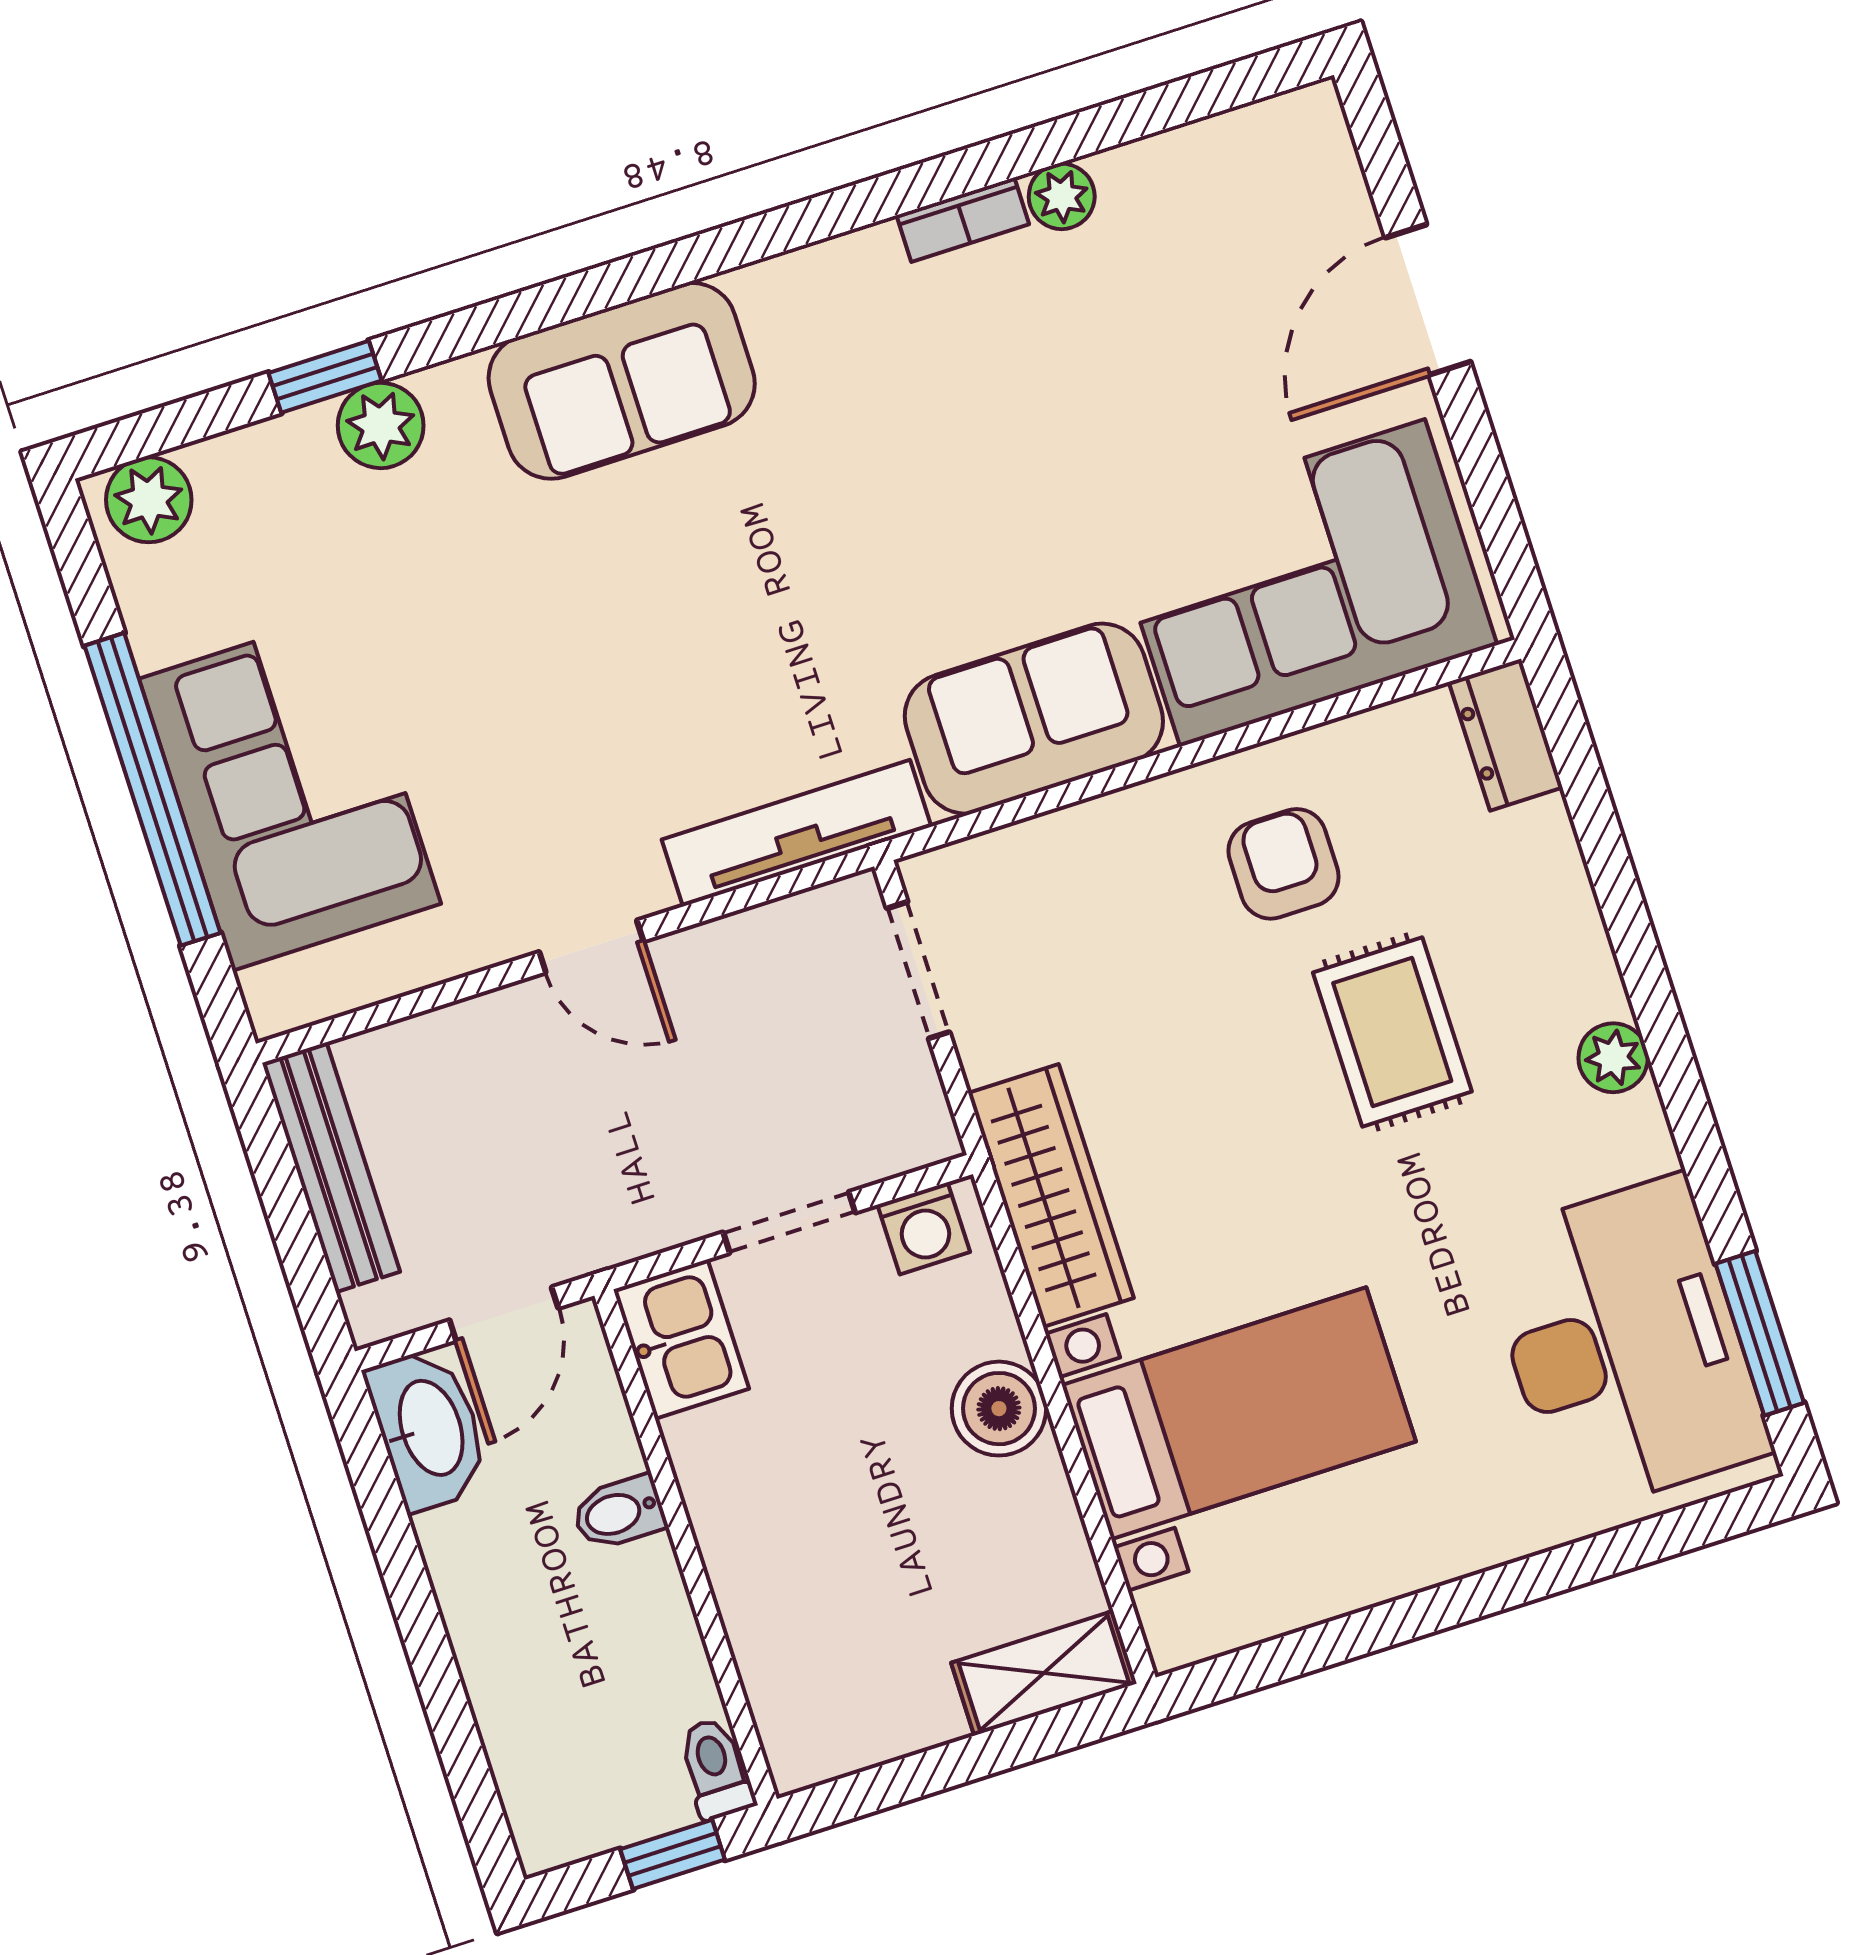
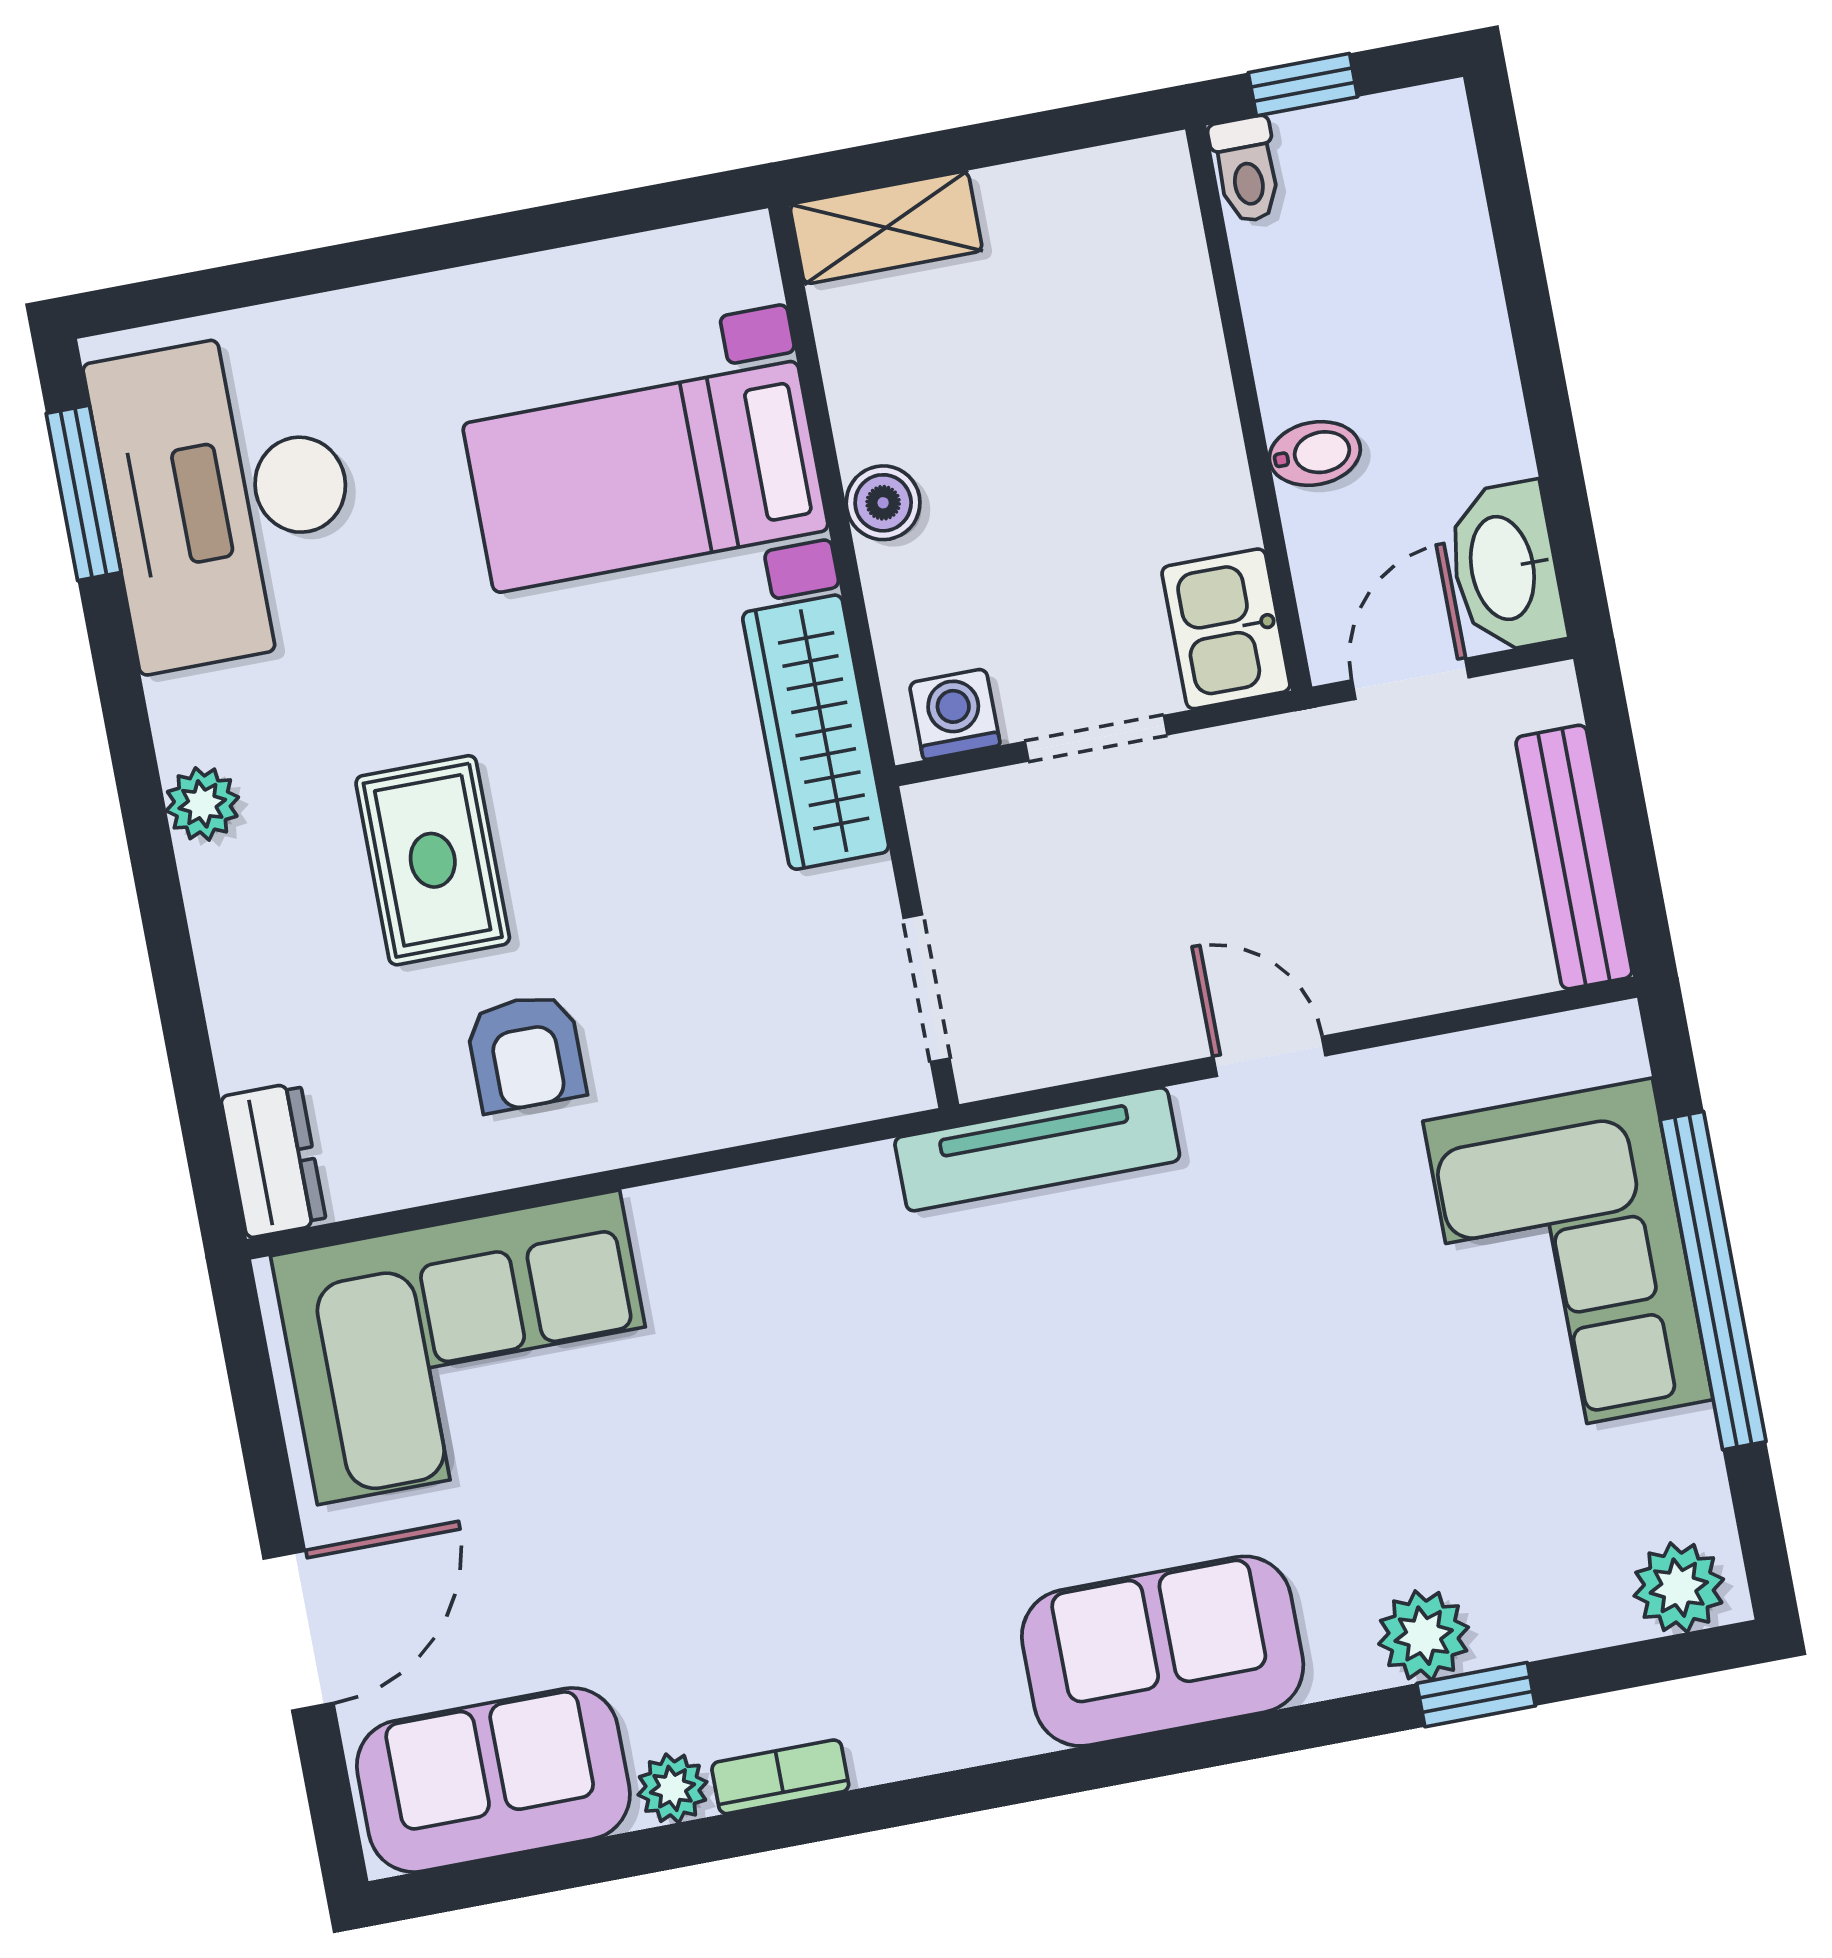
sofa: (1034, 719) -> (493, 1780), moved, turned 180
boiler: (999, 1409) -> (883, 503), width x0.73, depth x0.73

